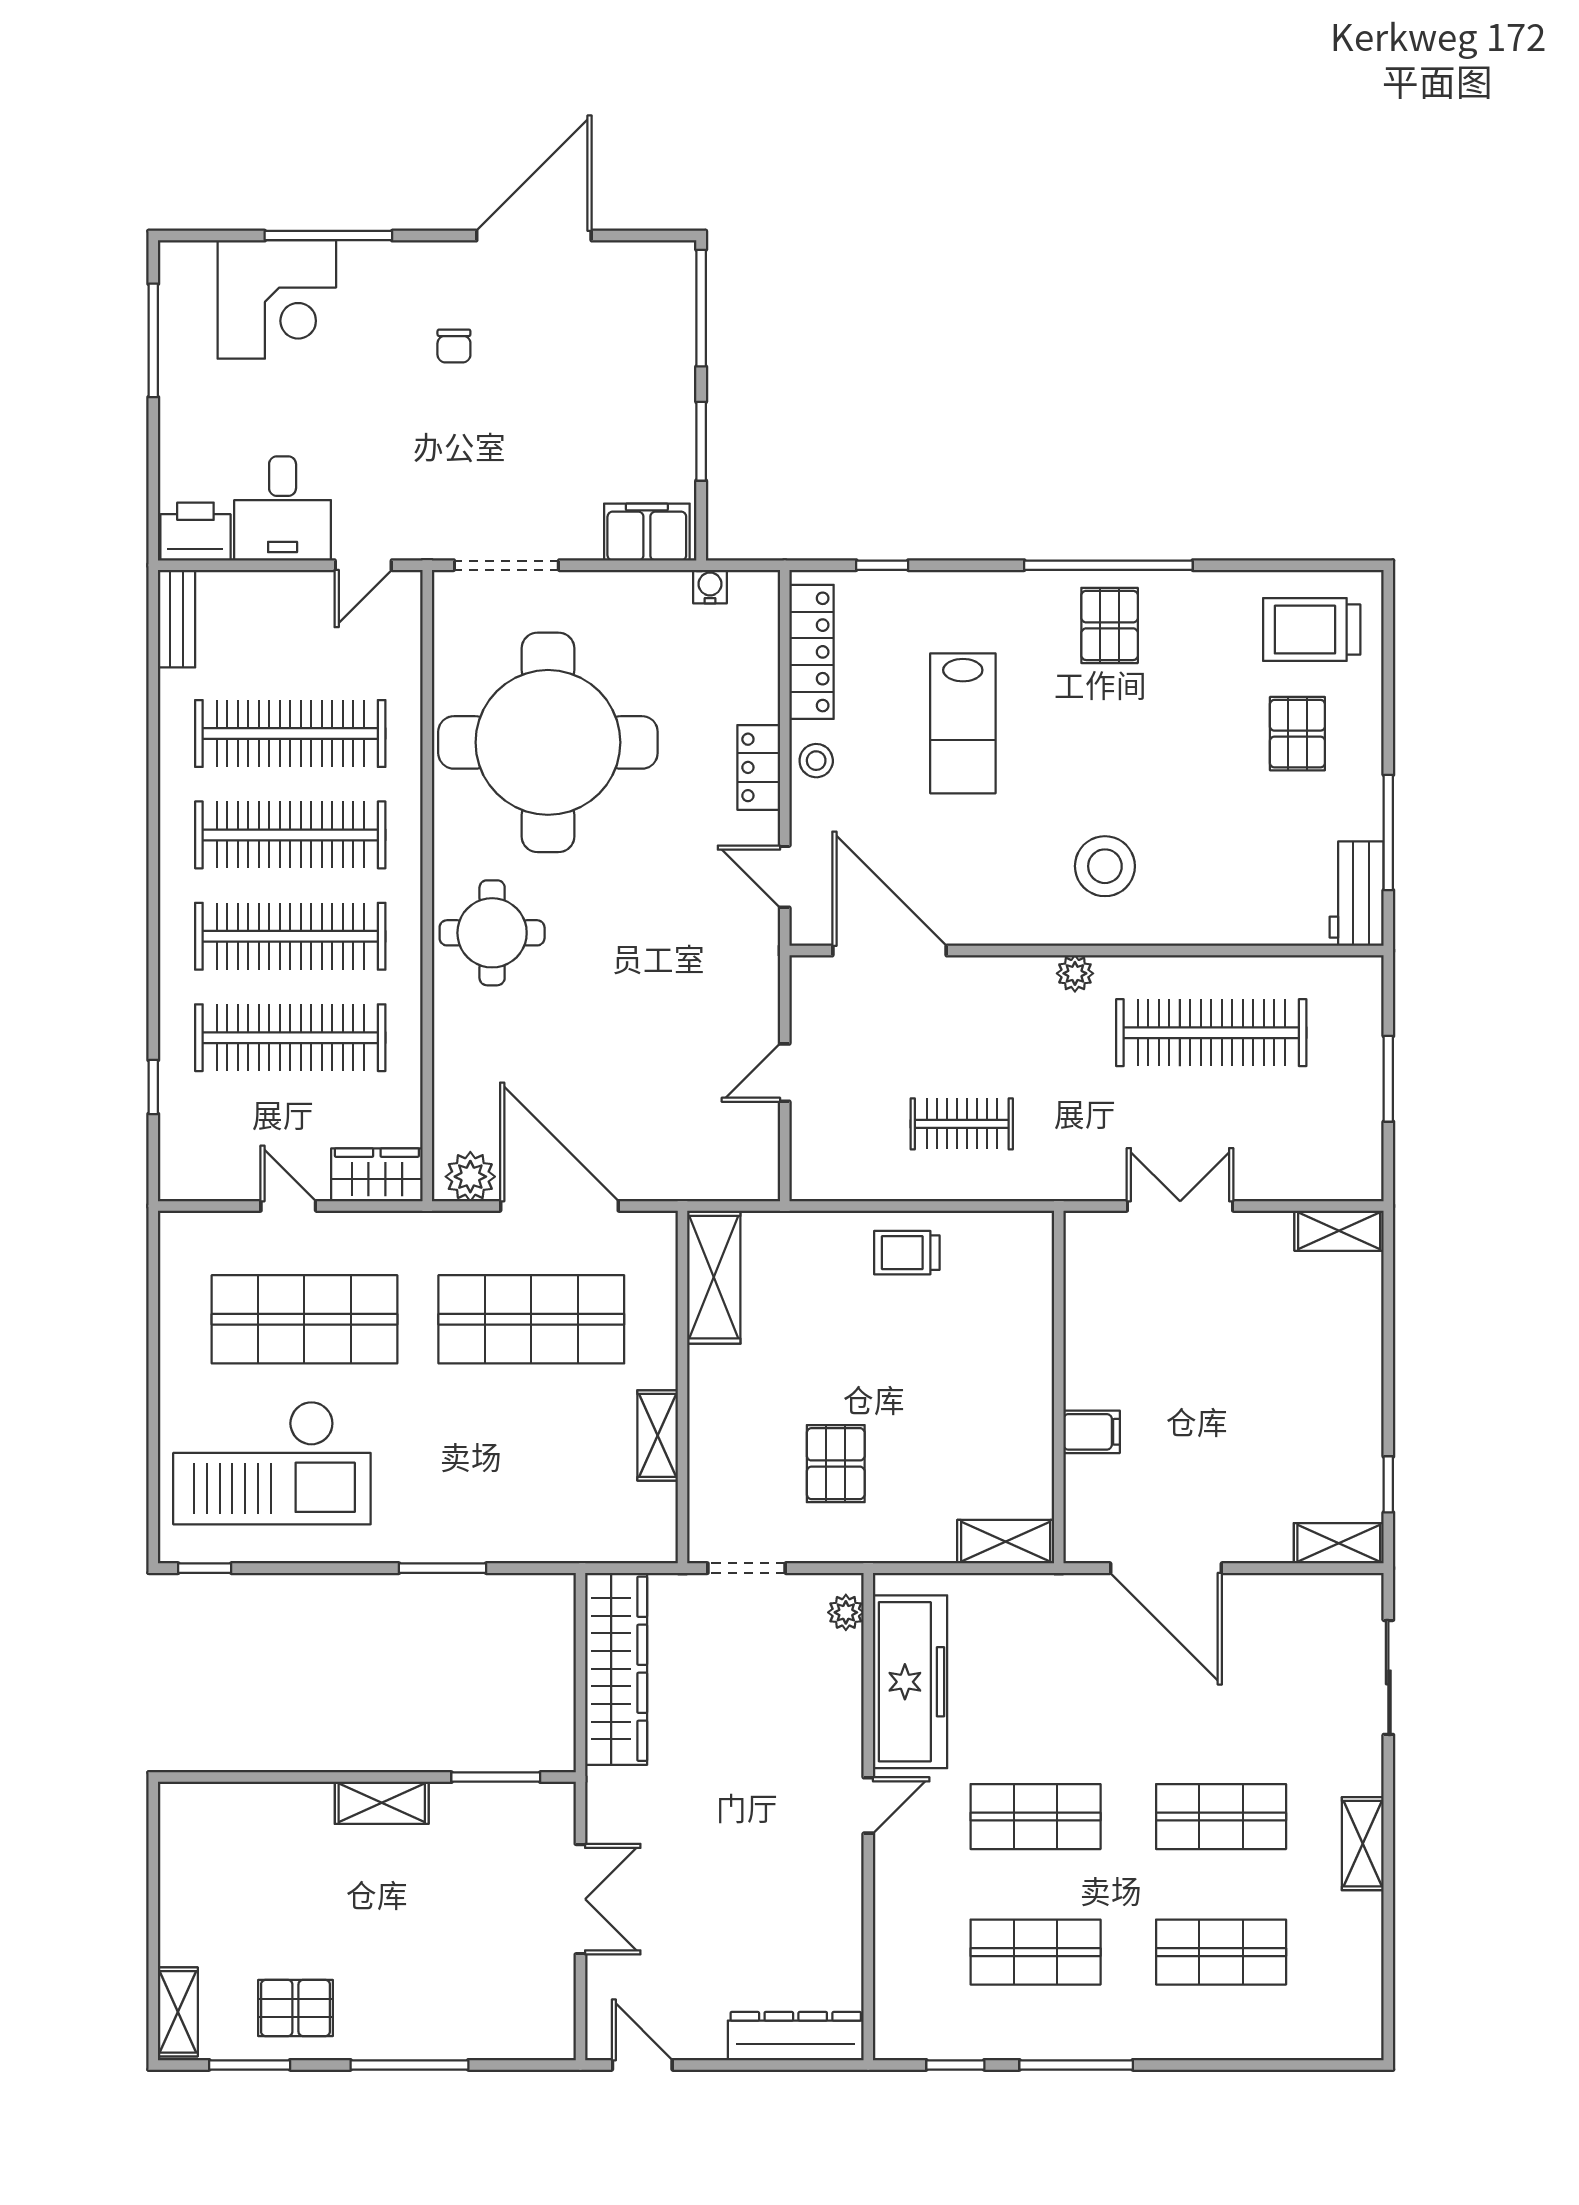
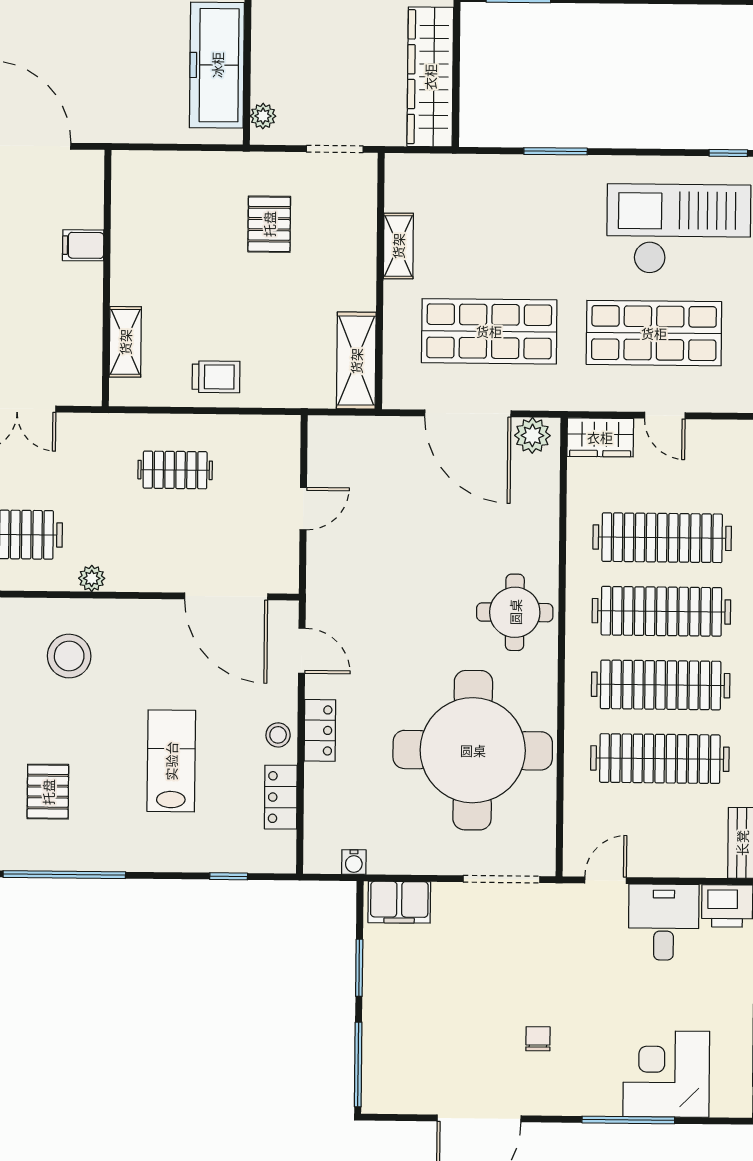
pallet: (1110, 625) -> (48, 792), moved
locker: (812, 652) -> (281, 797), width x0.66
shelving: (1006, 1542) -> (125, 342), moved, turned 90

